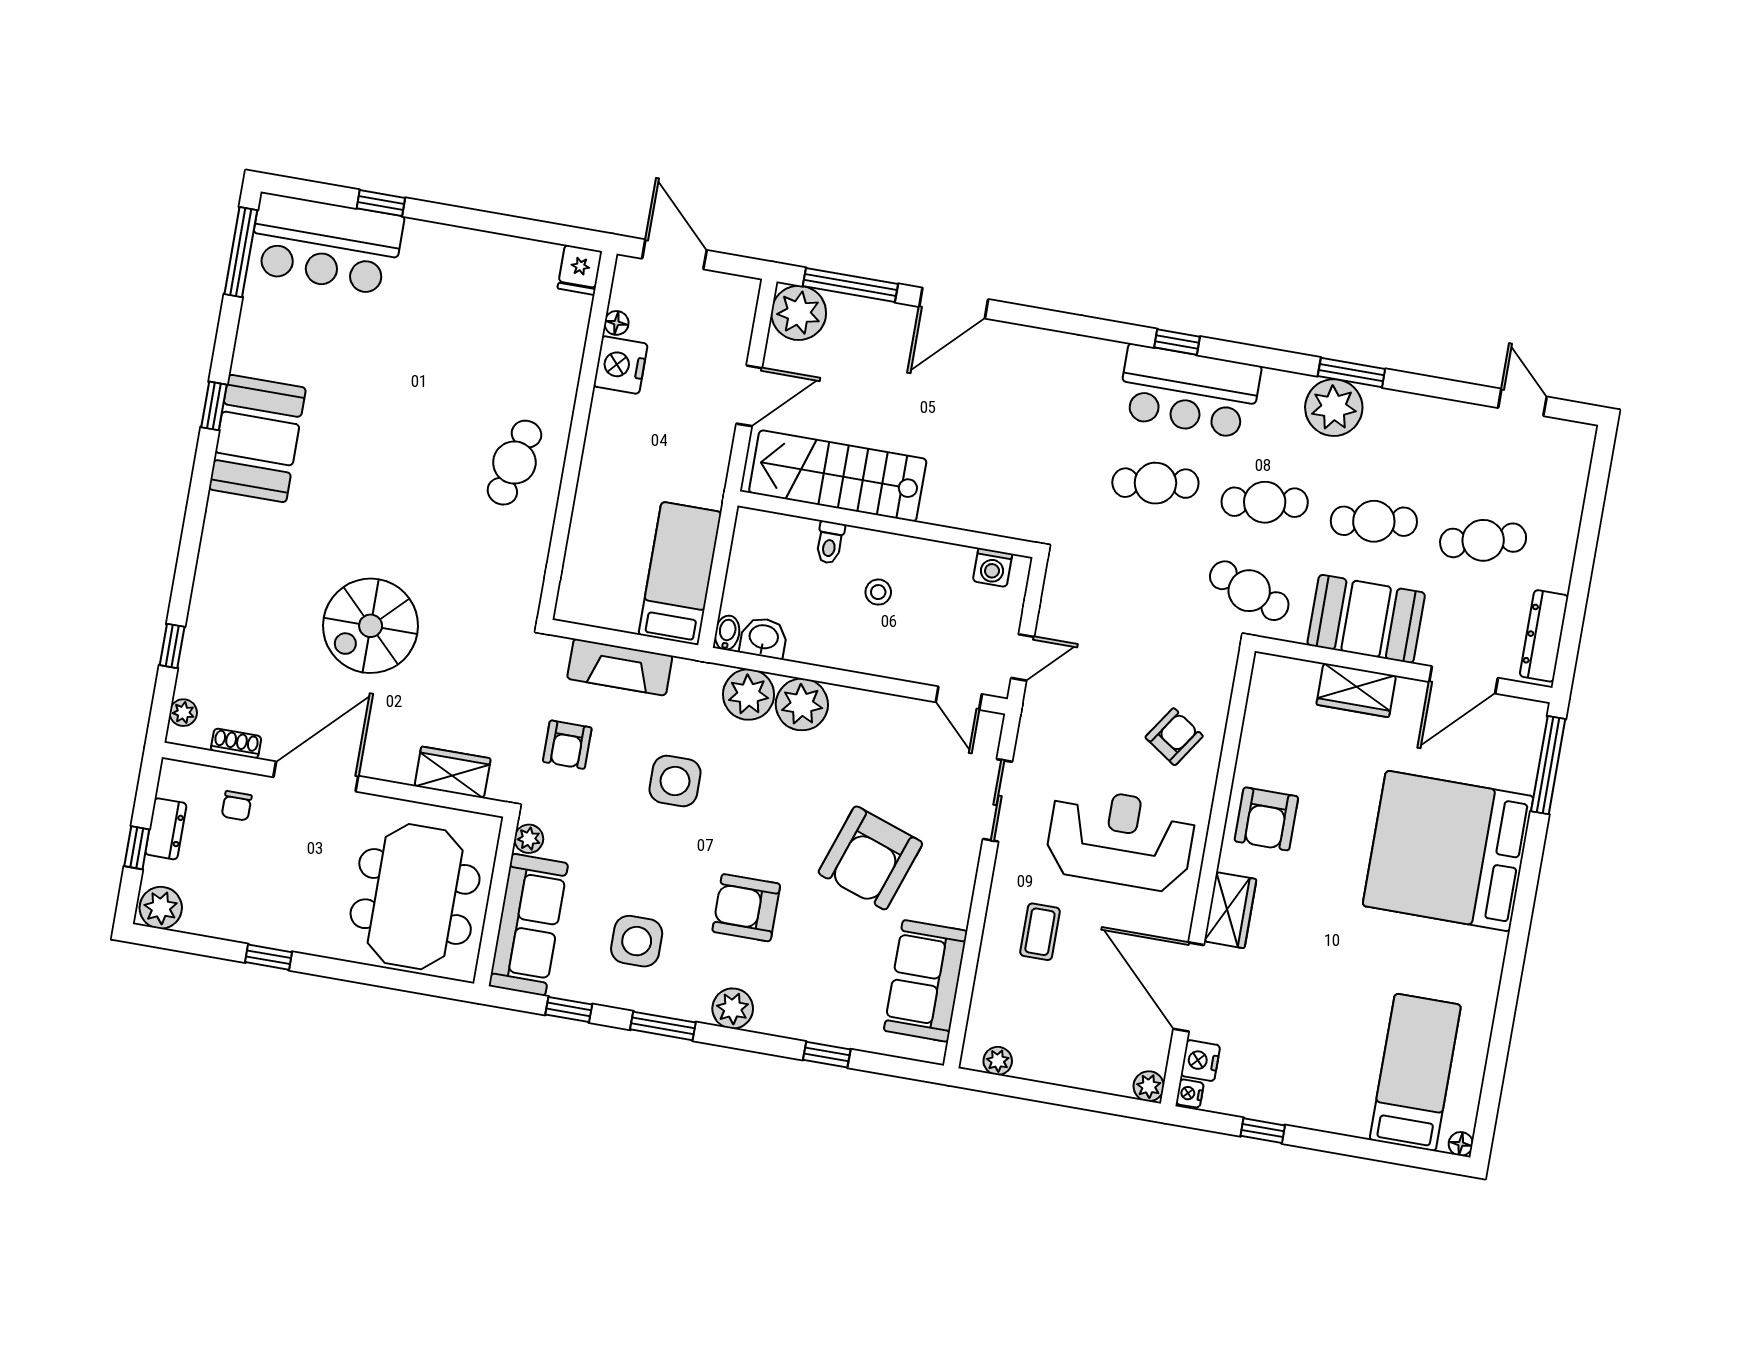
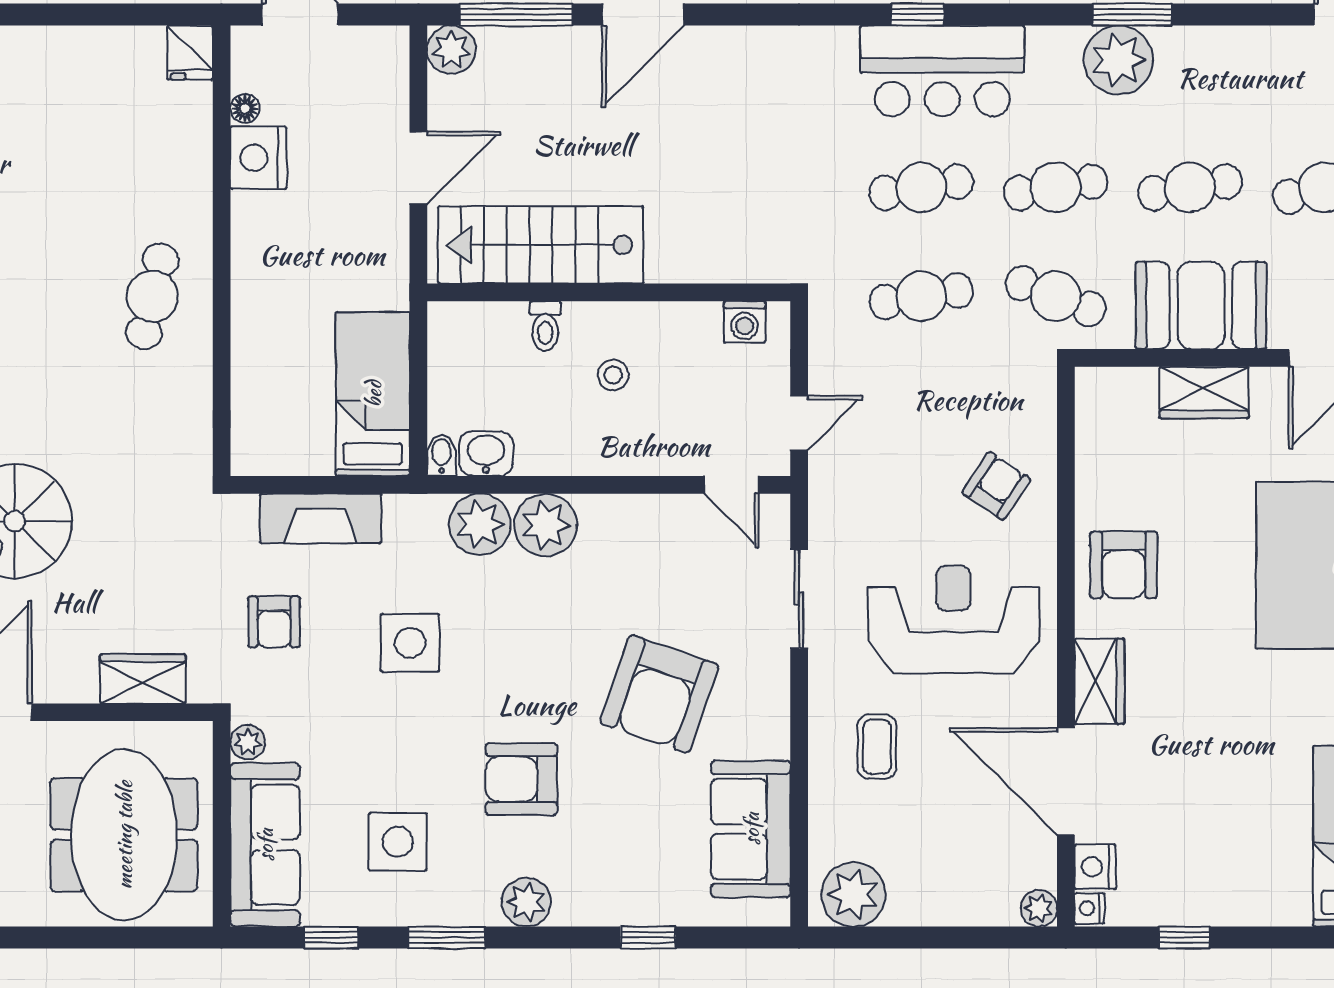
plant: (799, 313) -> (451, 50), width x0.73, depth x0.73
cafe table: (1140, 572) -> (921, 296), added
plant: (998, 1061) -> (853, 895), width x1.88, depth x1.88

